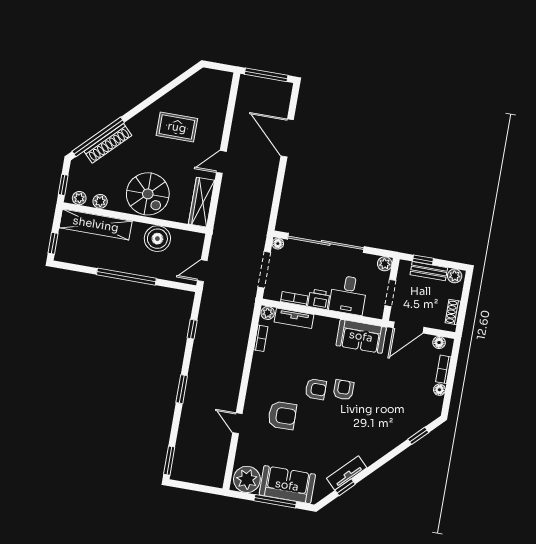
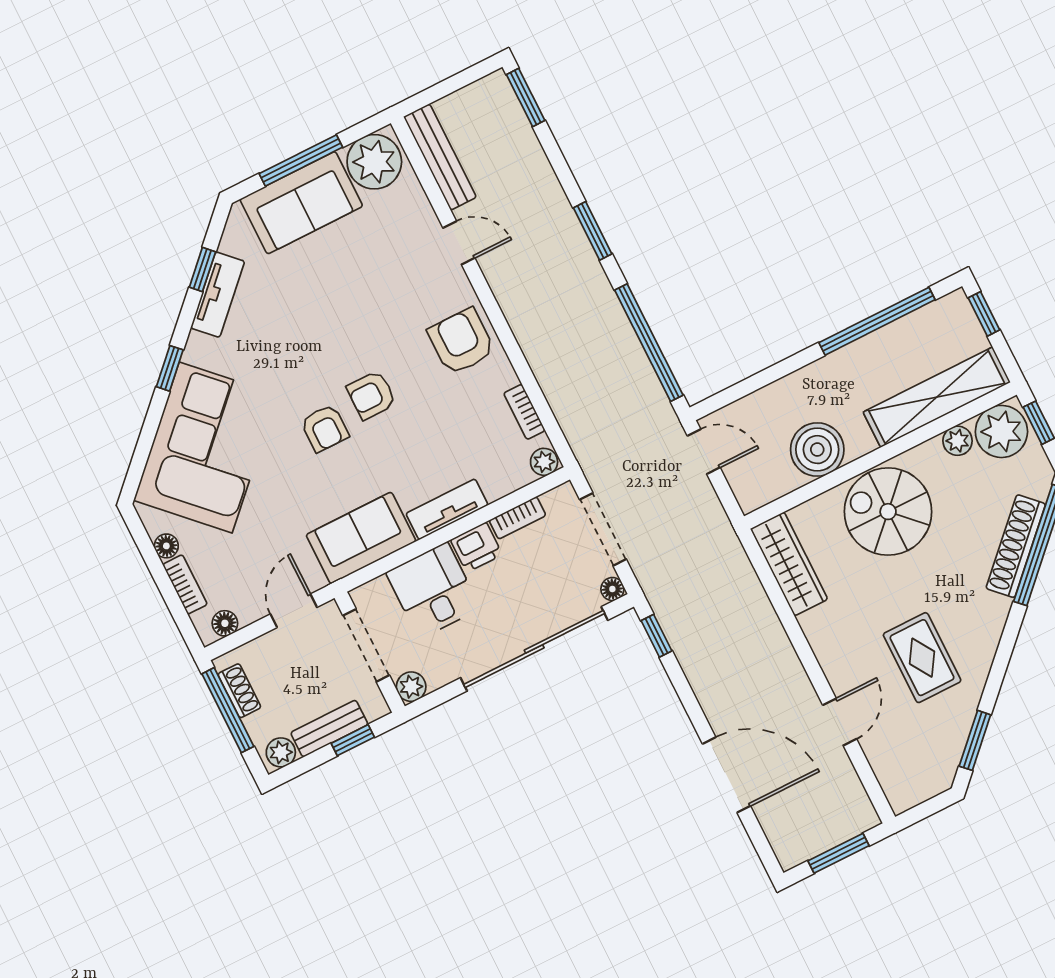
window: (266, 75) -> (838, 853), width x0.69
window: (180, 79) -> (975, 740), added
rug: (177, 127) -> (922, 658), turned 90
door: (221, 162) -> (840, 722), moved
plant: (79, 198) -> (1001, 431), width x1.88, depth x1.88
window: (274, 213) -> (656, 636), added
door: (202, 271) -> (704, 452), hinge flipped
window: (126, 277) -> (877, 321), moved
doorway: (390, 293) -> (366, 645), width x1.38
window: (463, 308) -> (228, 710), added
tv unit: (294, 318) -> (447, 509), moved
door: (408, 328) -> (294, 611), width x0.73
window: (192, 329) -> (649, 343), width x3.17
armchair: (282, 415) -> (461, 341), moved, turned 91
corner sofa: (396, 417) -> (206, 448), added
window: (418, 436) -> (170, 368), moved
bench: (220, 462) -> (440, 157), added

